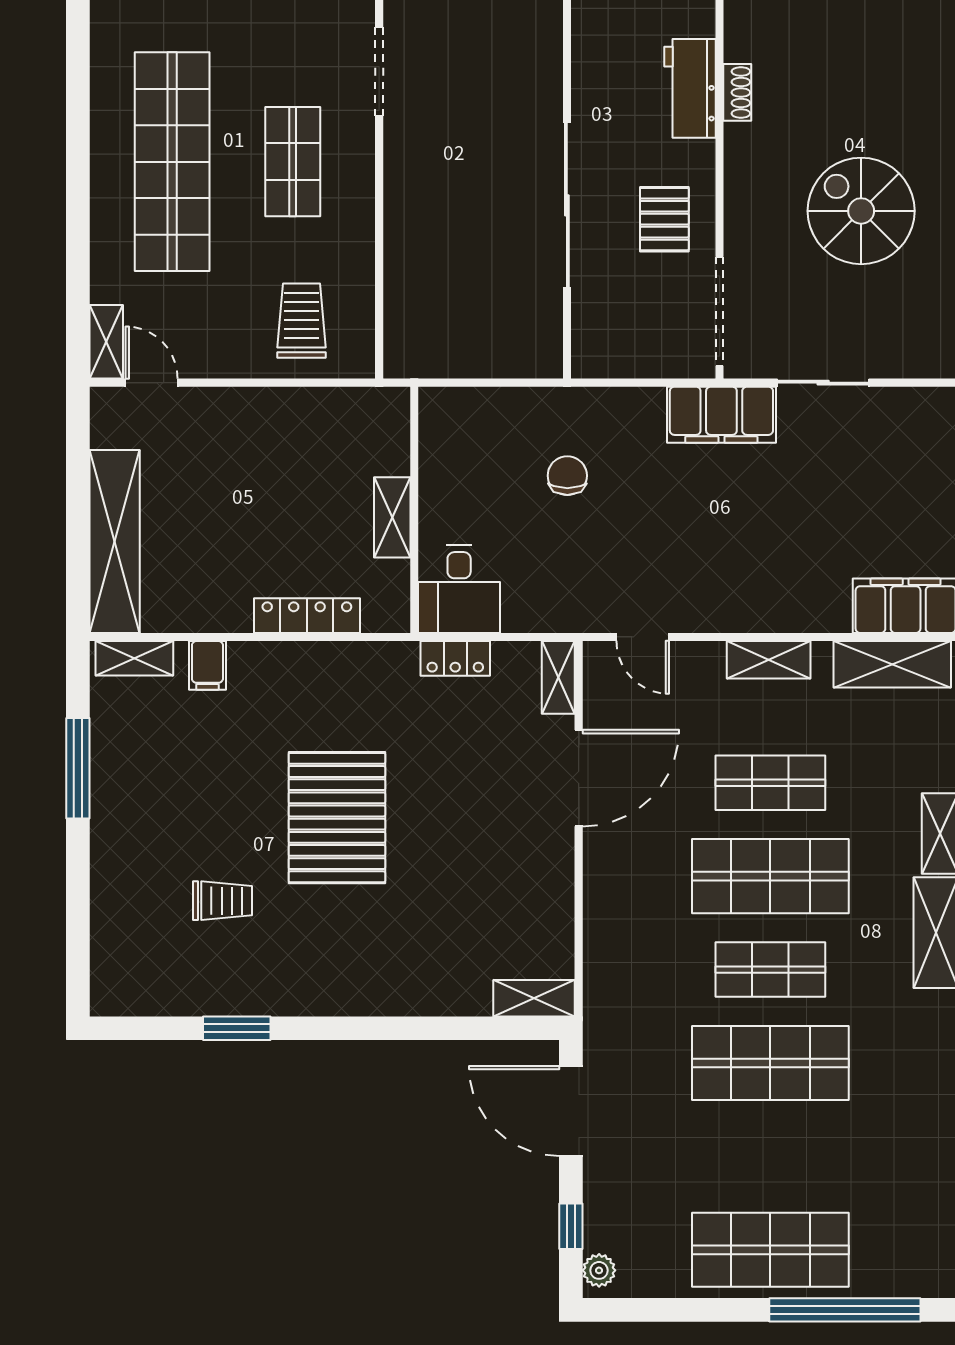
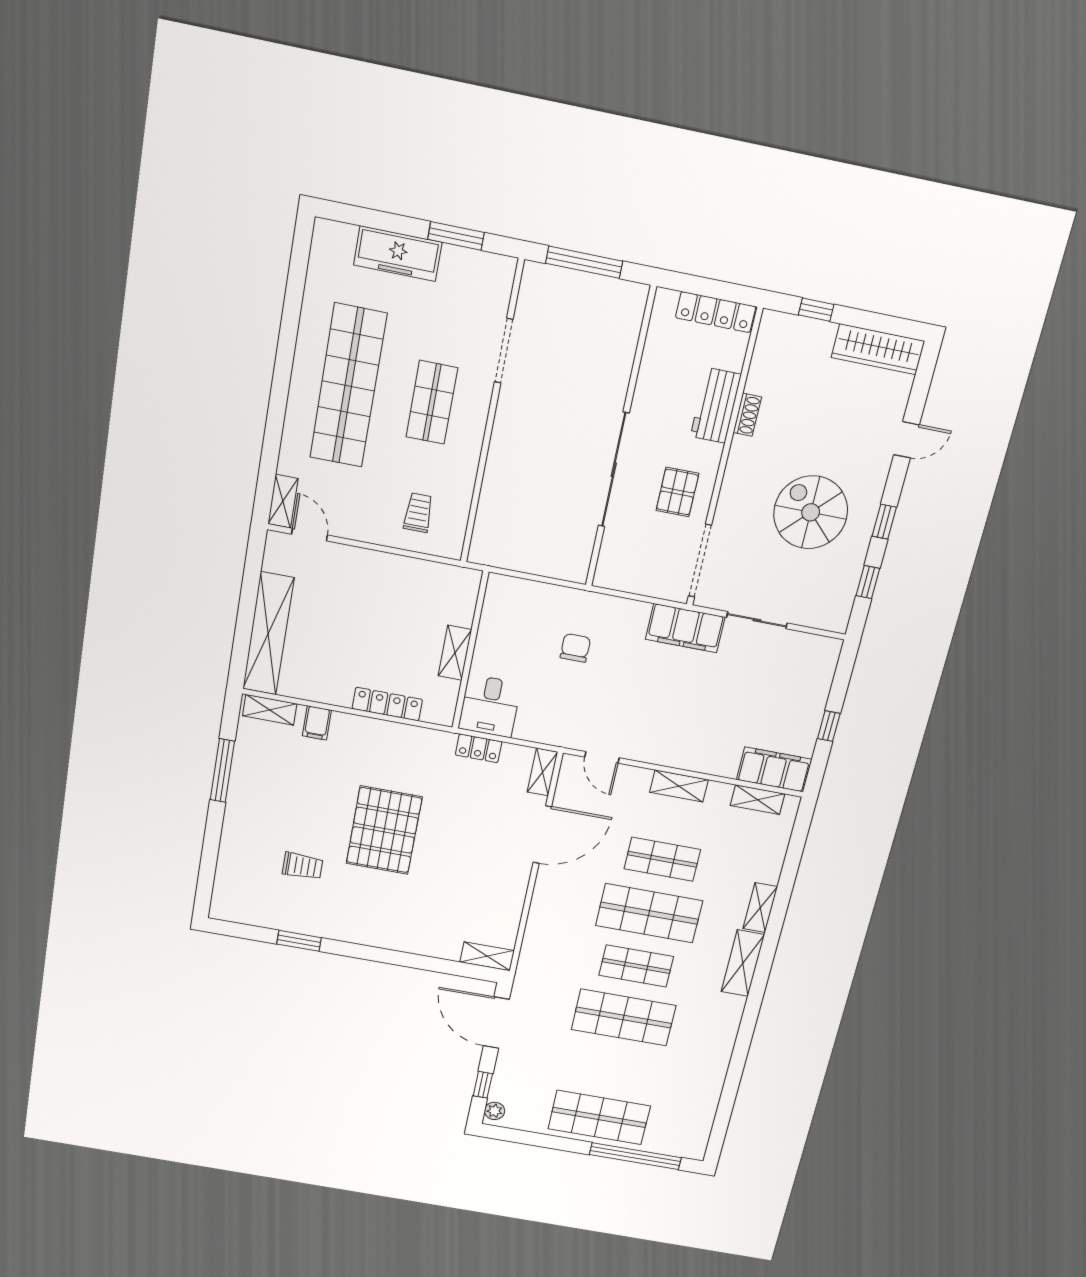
trolley: (301, 321) -> (418, 513), width x0.73, depth x0.72
shelving: (892, 664) -> (757, 800), width x0.67, depth x0.75

